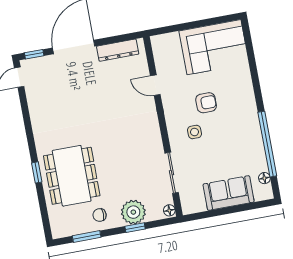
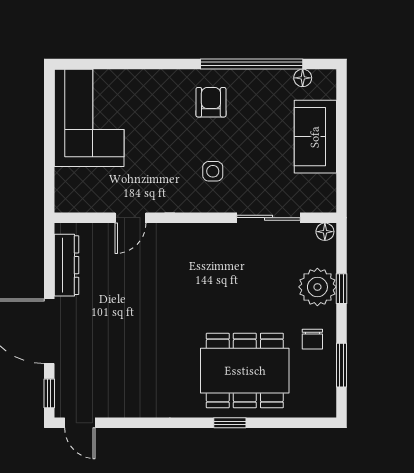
armchair: (206, 103) -> (211, 102), moved

